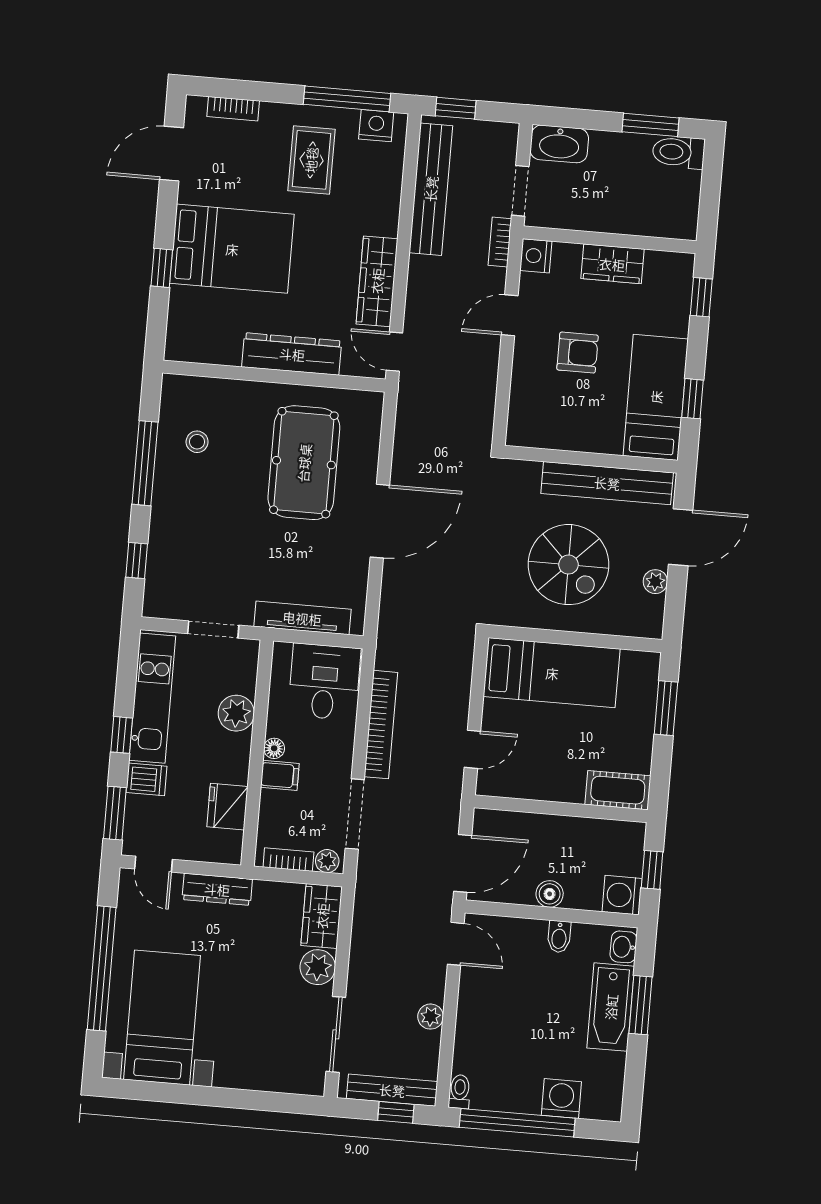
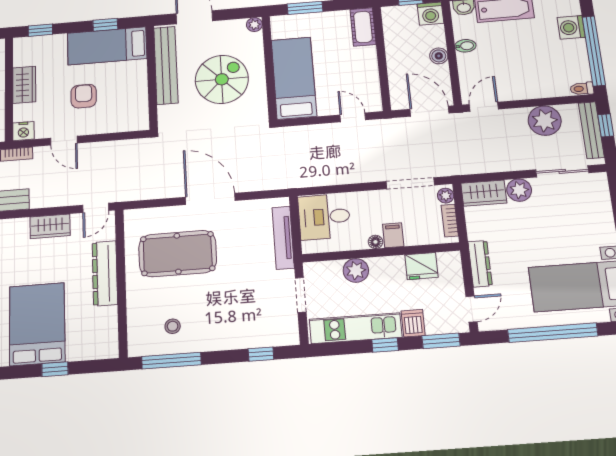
wardrobe: (377, 281) -> (50, 226), width x0.67
window: (145, 463) -> (171, 361), moved
plant: (655, 582) -> (254, 25), moved
bookcase: (381, 725) -> (347, 176), removed
plant: (431, 1017) -> (545, 121), width x1.88, depth x1.88

